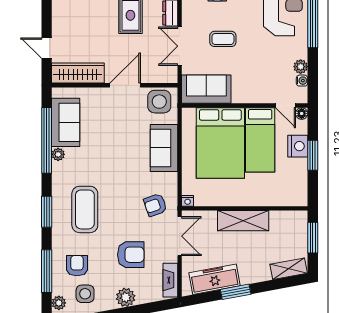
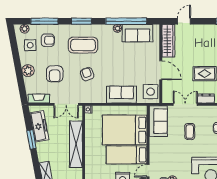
armchair: (155, 205) -> (87, 74), moved
shelving: (243, 221) -> (76, 144), width x1.47

